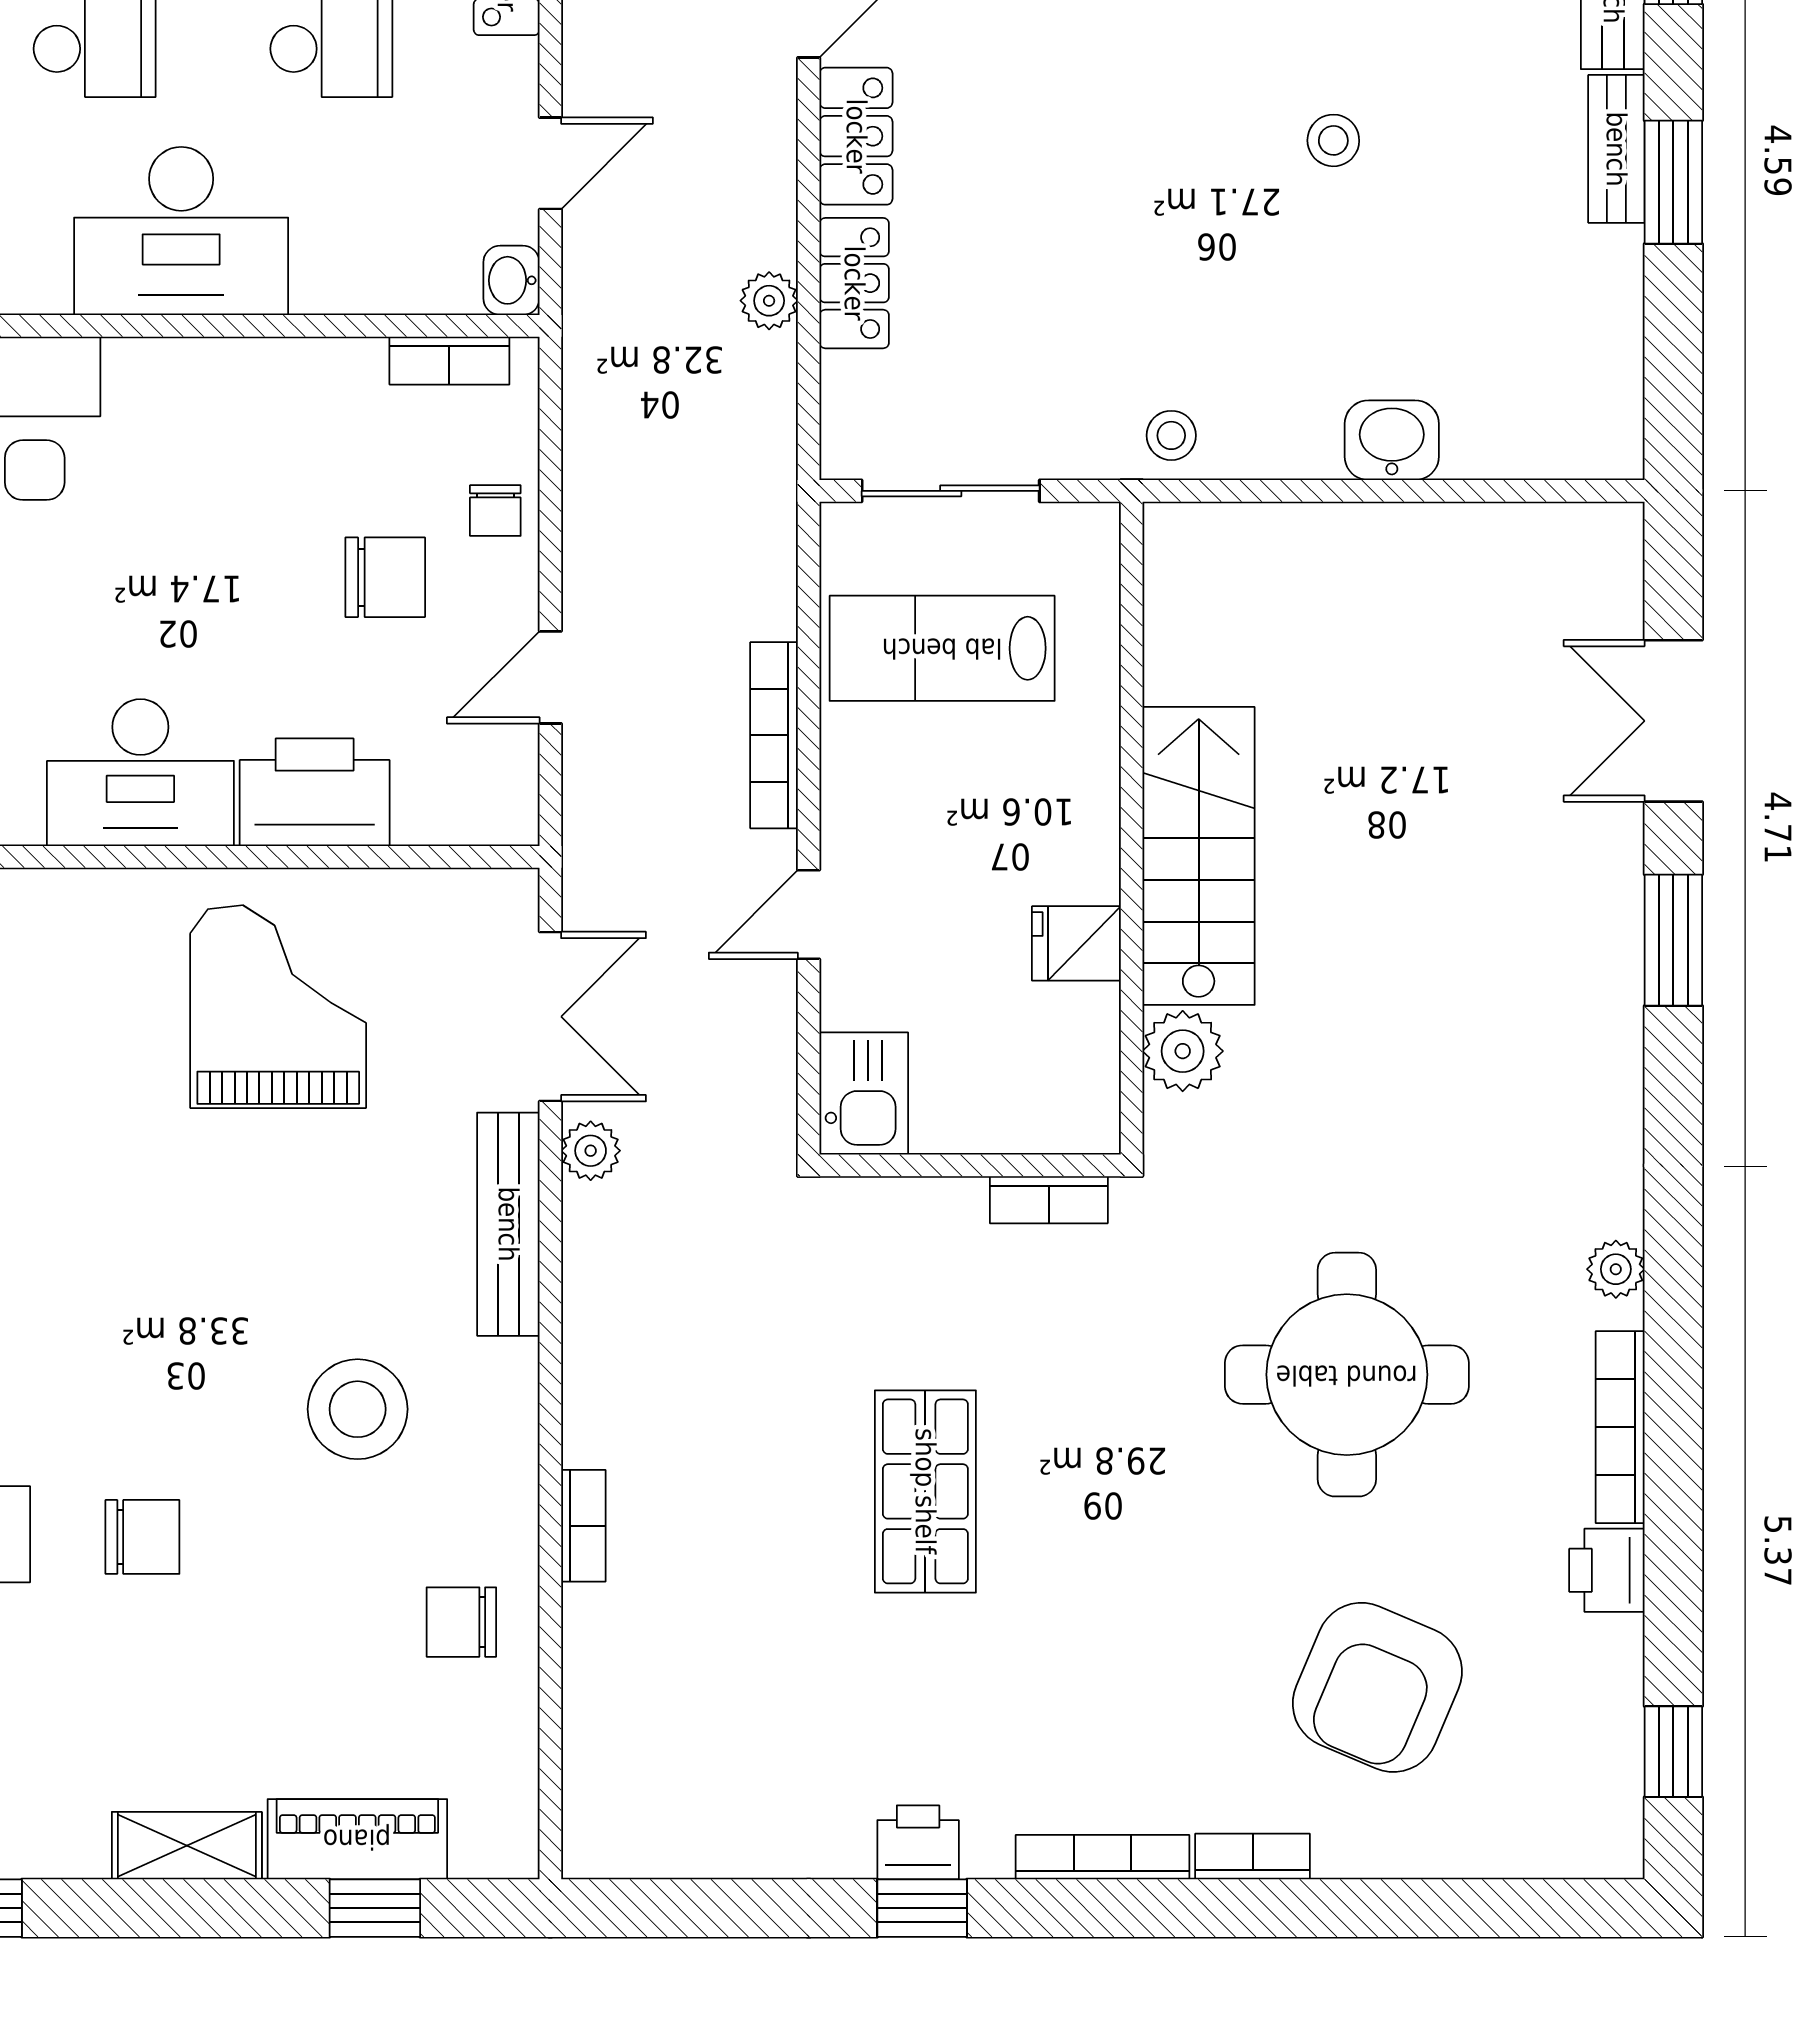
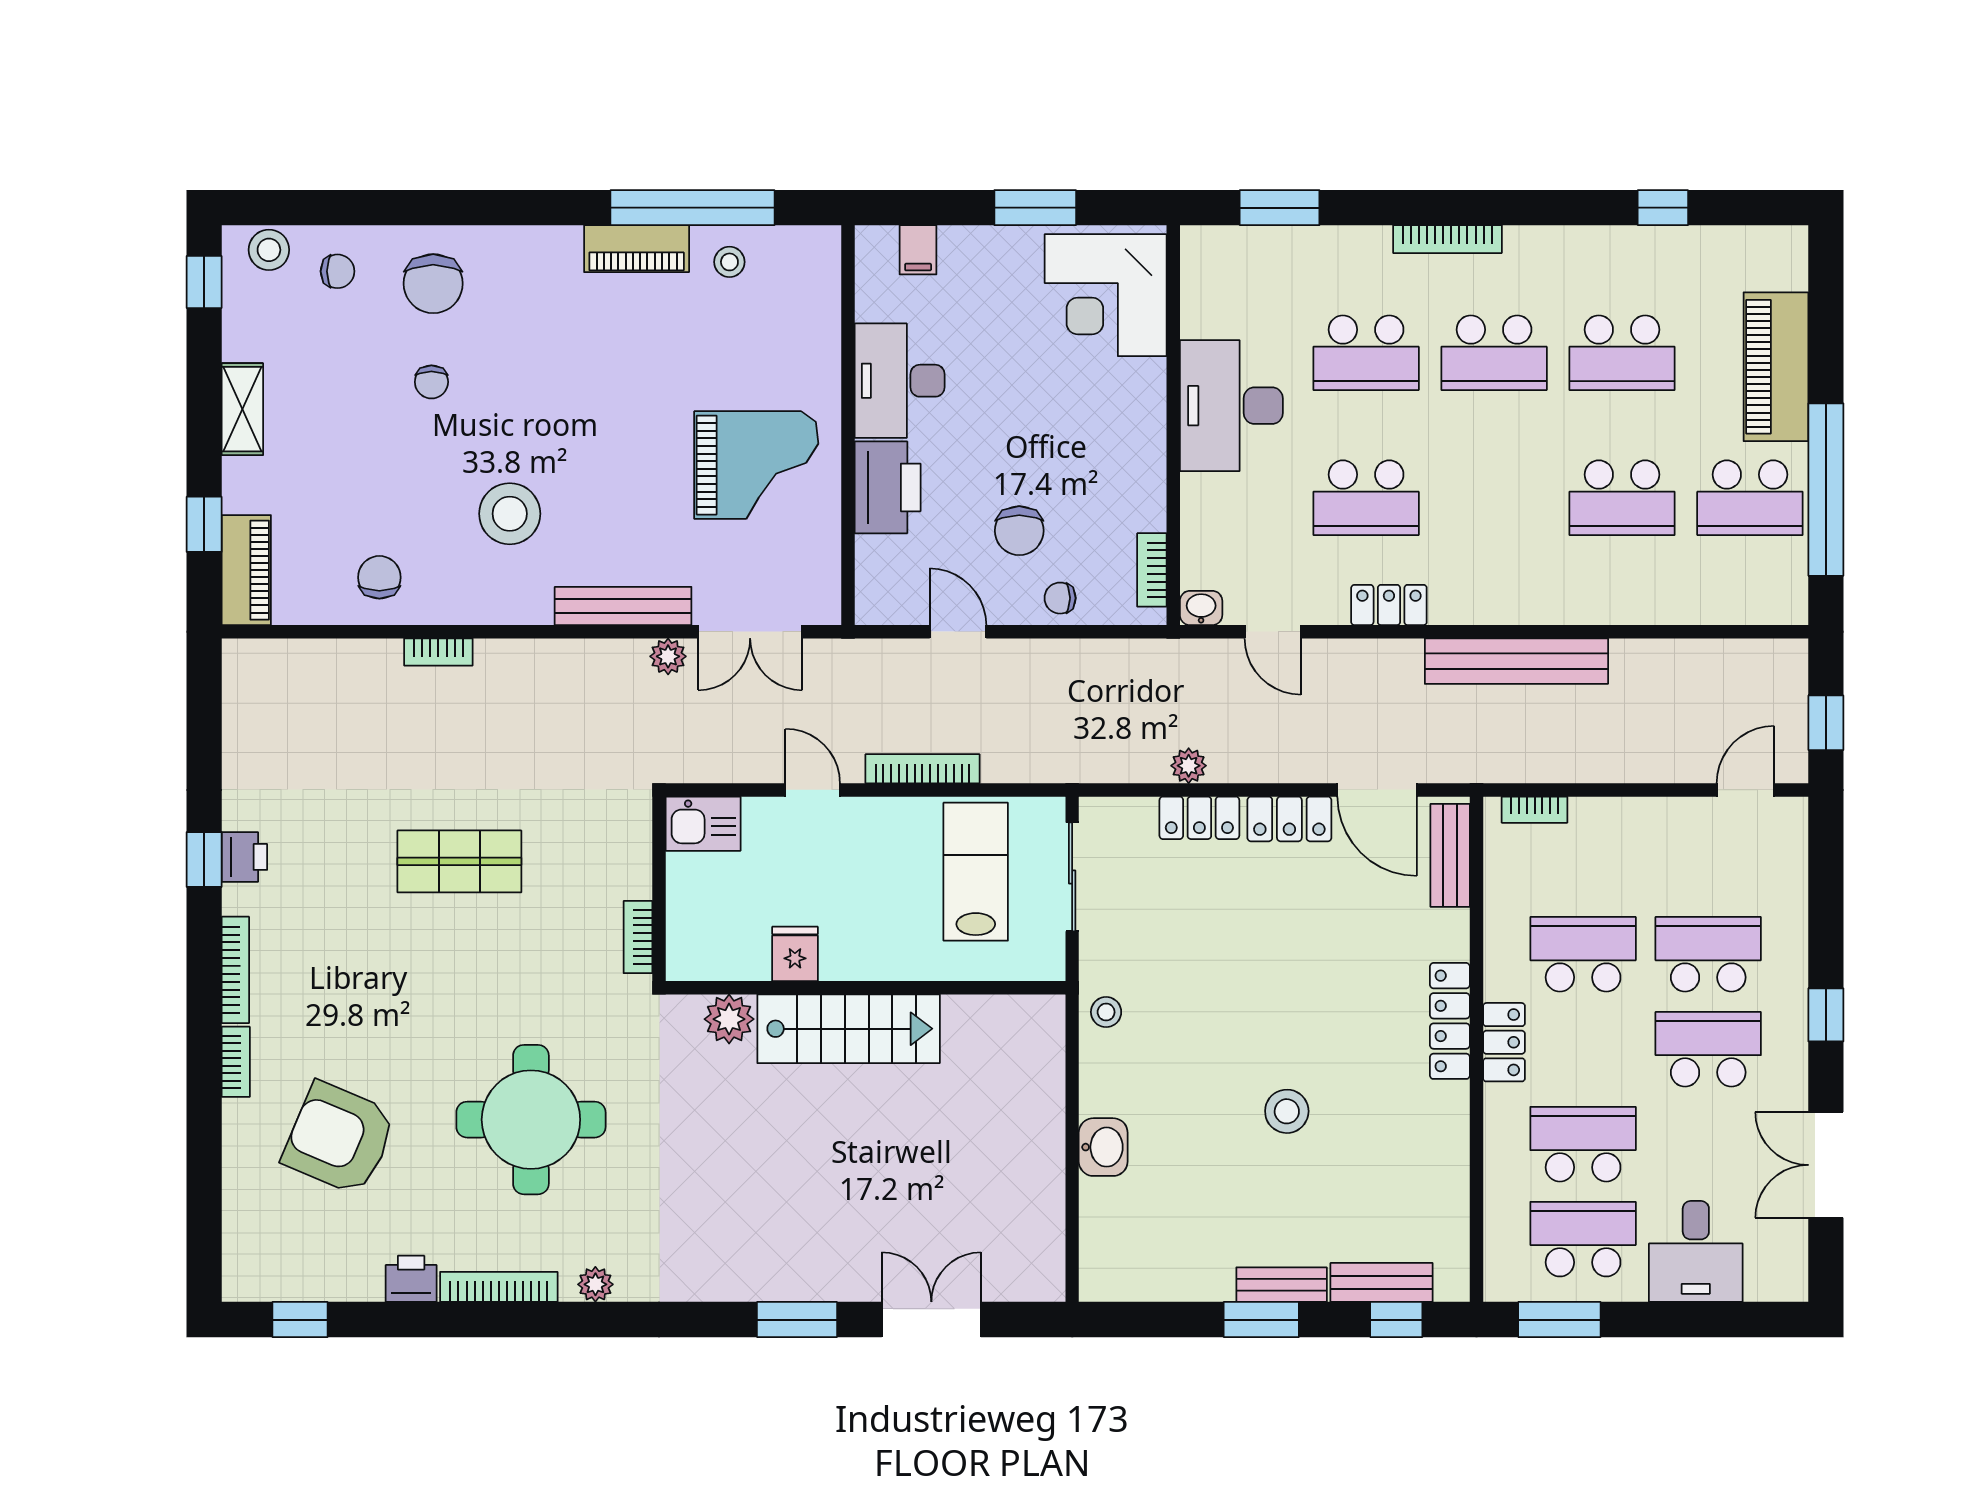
stool: (1333, 140) -> (1287, 1111), width x1.37, depth x1.37
chair: (142, 1537) -> (431, 382), width x0.73, depth x0.73
piano: (357, 1839) -> (246, 570), moved

